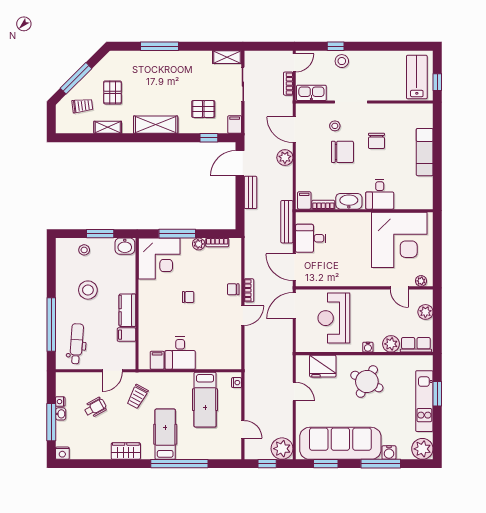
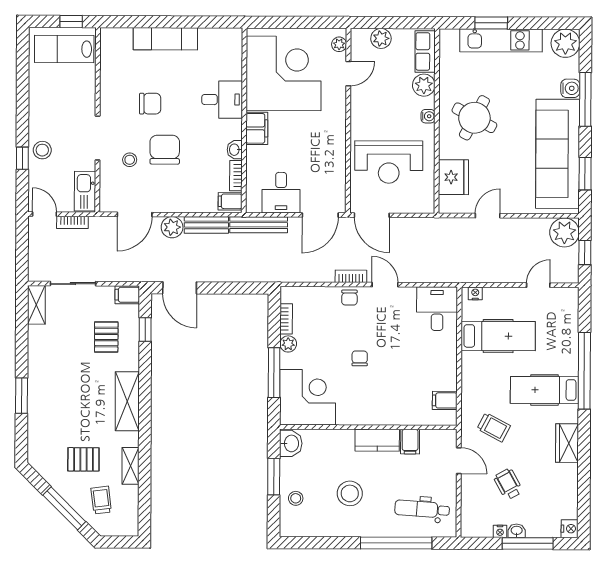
window: (160, 46) -> (22, 396), width x0.69
bench: (250, 192) -> (206, 225), moved
washbasin: (349, 201) -> (235, 150), width x0.52, depth x0.69
filing cabinet: (358, 220) -> (257, 128), added
desk: (180, 353) -> (437, 309), moved, turned -90

